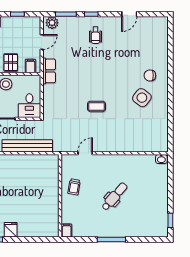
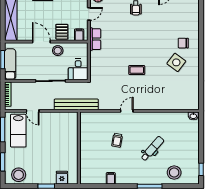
wall: (60, 196) -> (79, 148), moved
stool: (139, 224) -> (174, 173), added

